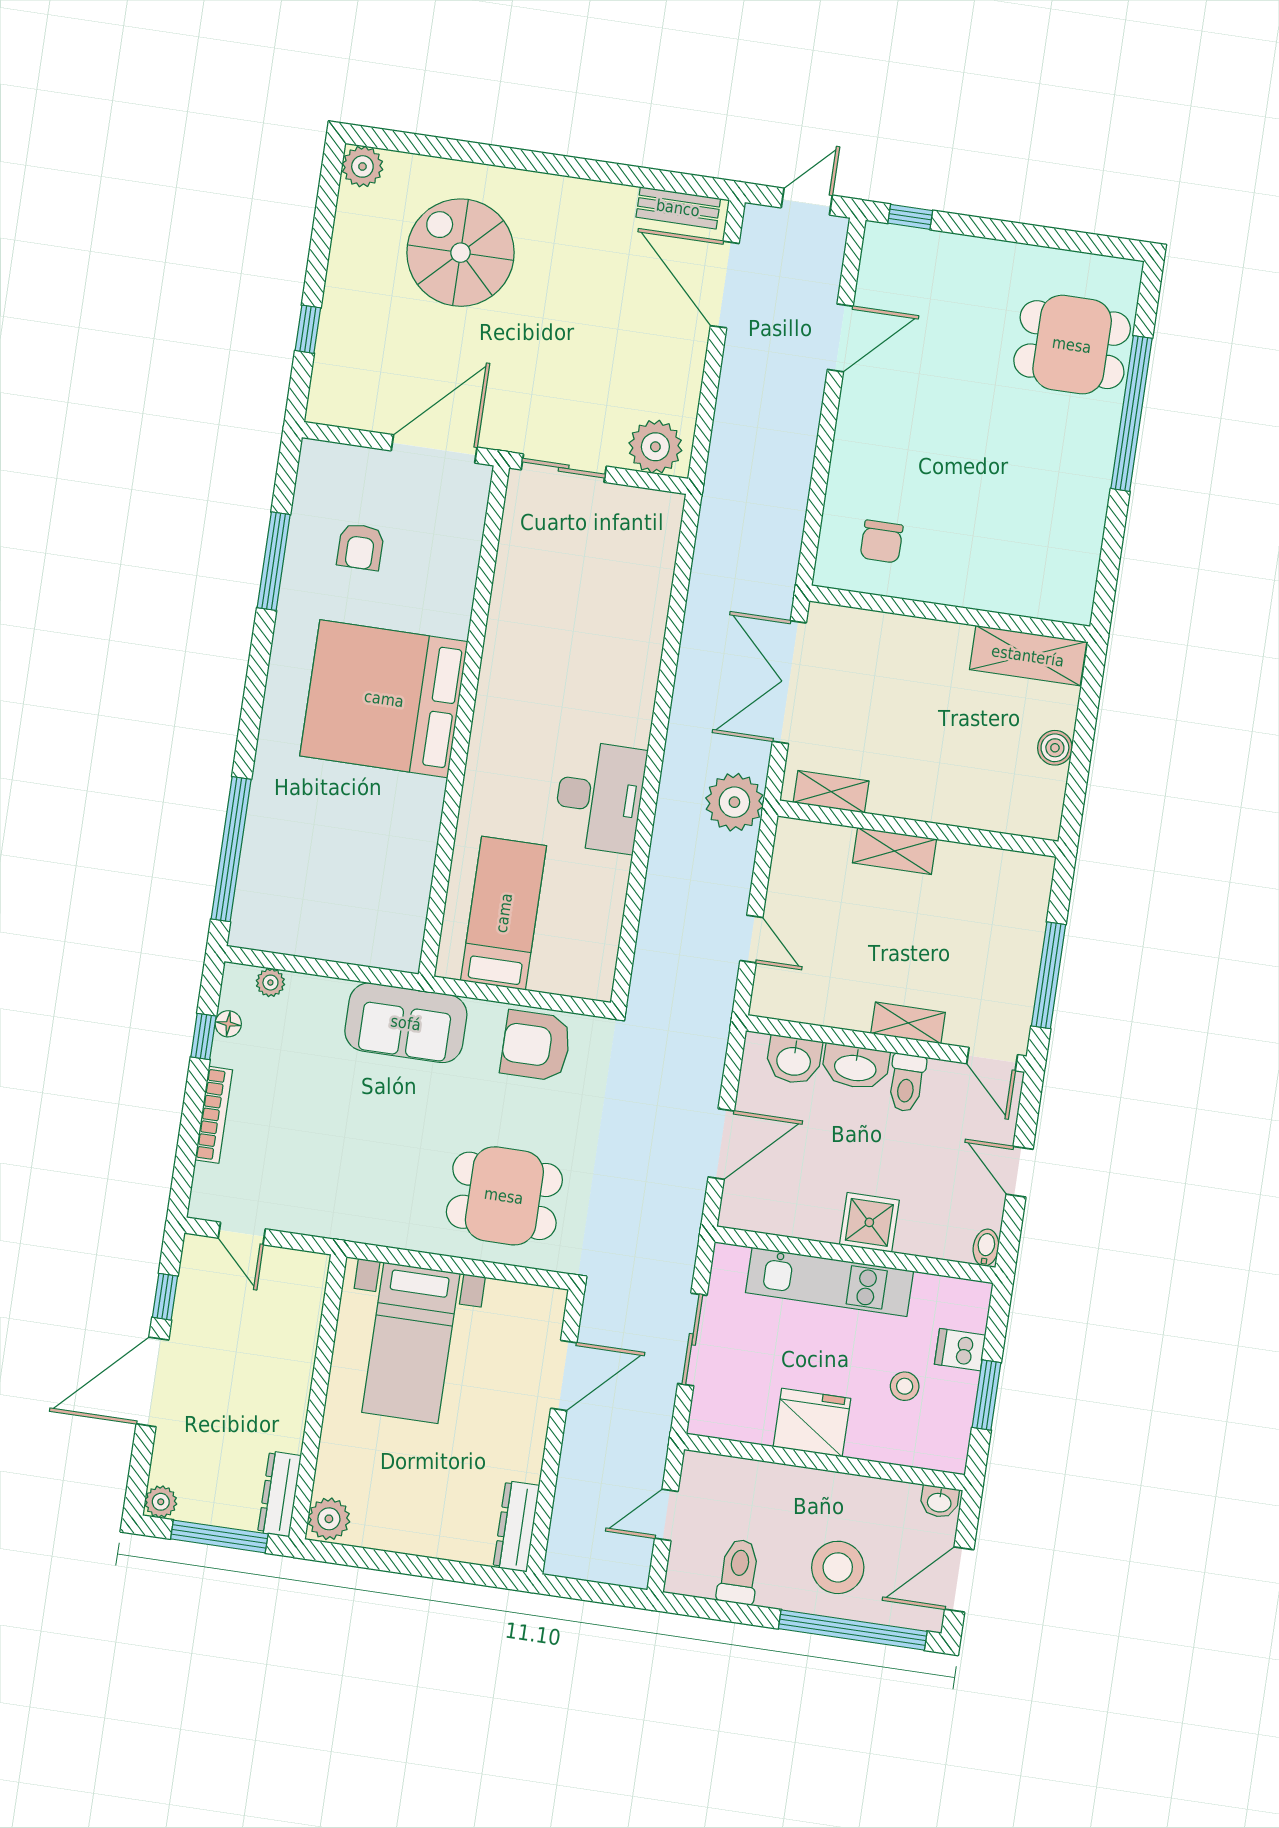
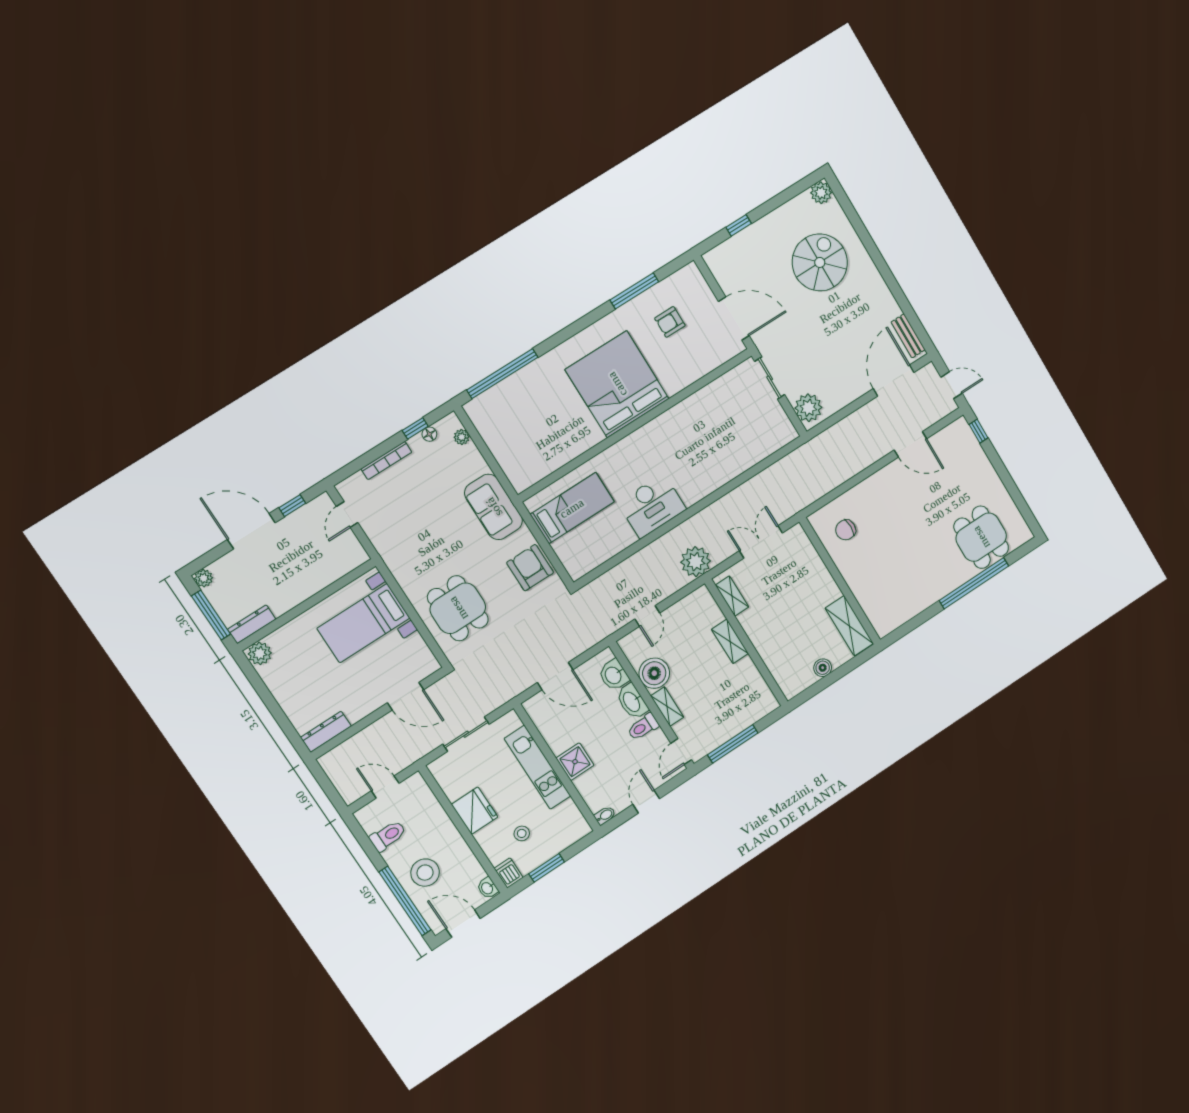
double door: (789, 682) -> (761, 542), width x0.73
boiler: (843, 1000) -> (654, 673), added
dishwasher: (960, 1350) -> (509, 873), moved

